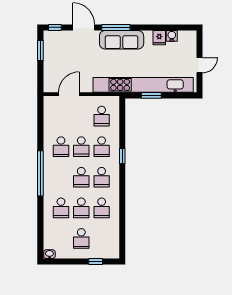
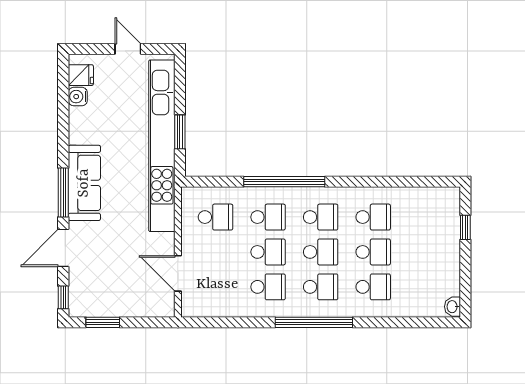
fridge: (159, 38) -> (81, 75), moved
window: (122, 156) -> (284, 182), width x3.17
school desk: (81, 238) -> (321, 287), moved

